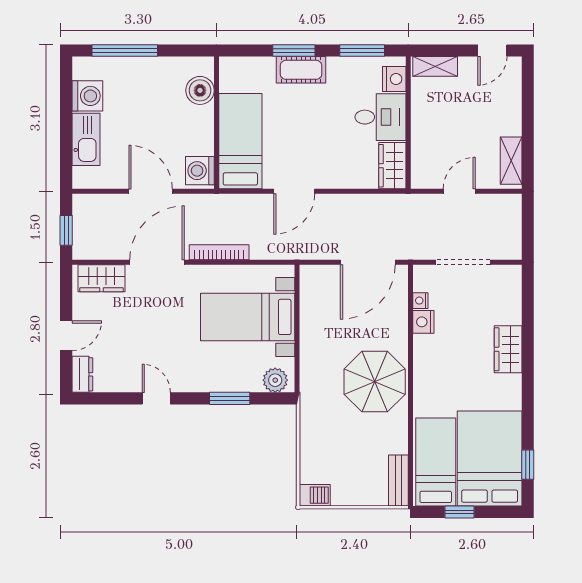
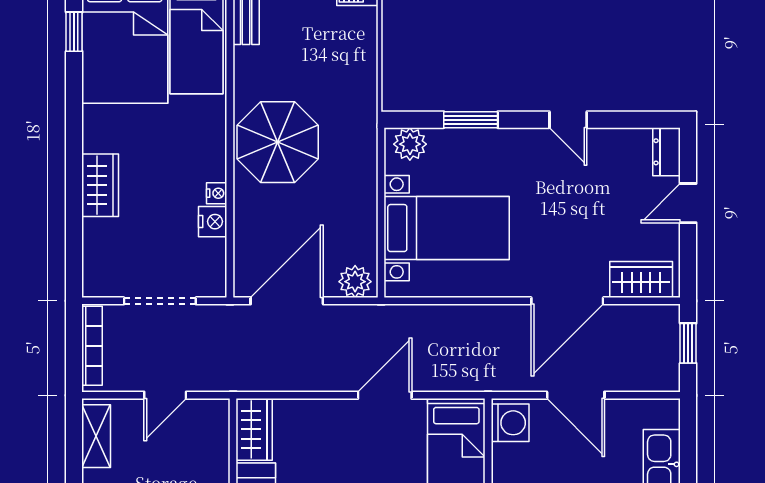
bookcase: (219, 252) -> (92, 346), moved, turned -90
plant: (317, 277) -> (355, 282), added
nightstand: (420, 301) -> (217, 193), moved

